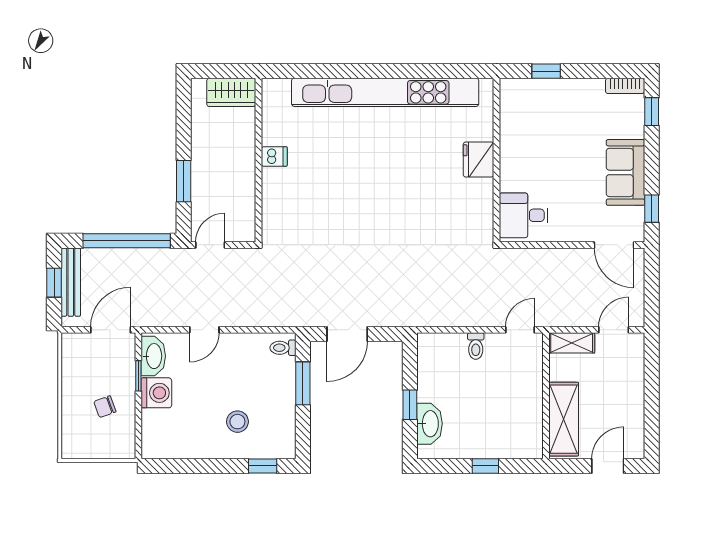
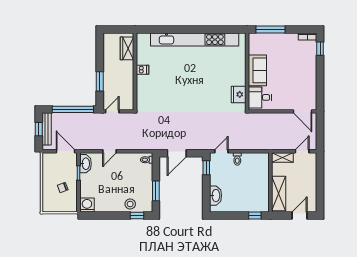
window: (546, 71) -> (270, 30), width x2.17
wardrobe: (231, 92) -> (127, 48), moved, turned 90
fridge: (478, 159) -> (239, 94), moved
sofa: (625, 172) -> (257, 70), moved, turned 180
window: (652, 209) -> (320, 94), removed
door: (111, 330) -> (65, 151), hinge flipped
door: (520, 330) -> (221, 151), moved
window: (303, 383) -> (156, 191), moved
washing machine: (156, 393) -> (87, 205), moved, turned -90
window: (410, 405) -> (206, 168), moved
stool: (237, 422) -> (130, 204), moved
window: (485, 466) -> (255, 215), moved

